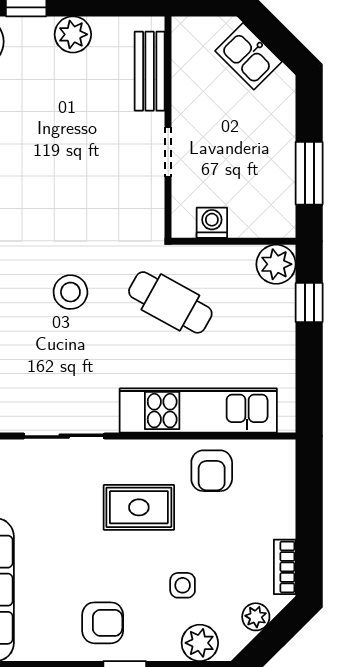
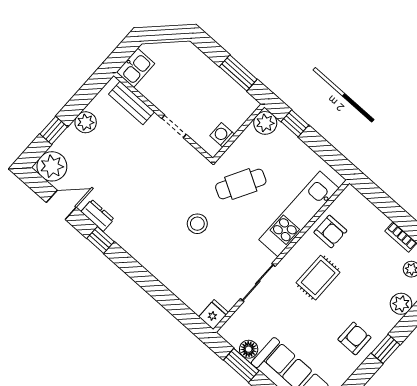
kitchen sink: (249, 56) -> (136, 68), moved, turned -45
side table: (183, 585) -> (369, 289), removed

